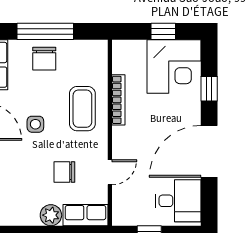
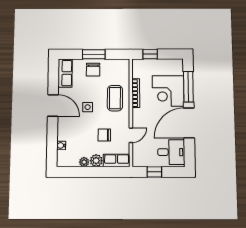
window: (45, 31) -> (94, 54), width x0.69
window: (163, 31) -> (150, 54), moved
corner desk: (174, 67) -> (168, 91), moved, turned 90
window: (209, 89) -> (188, 87), width x2.17
plant: (30, 218) -> (84, 162), added

